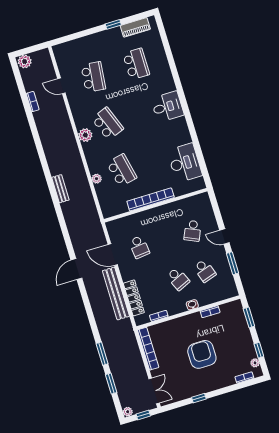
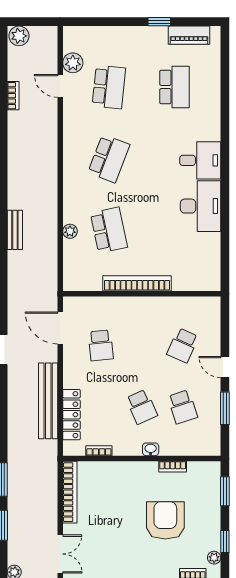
school desk: (108, 124) -> (109, 159), turned 42
plant: (85, 135) -> (73, 63), moved
desk: (185, 163) -> (200, 206), moved
door: (113, 255) -> (60, 328), moved
armchair: (202, 354) -> (165, 520), moved

